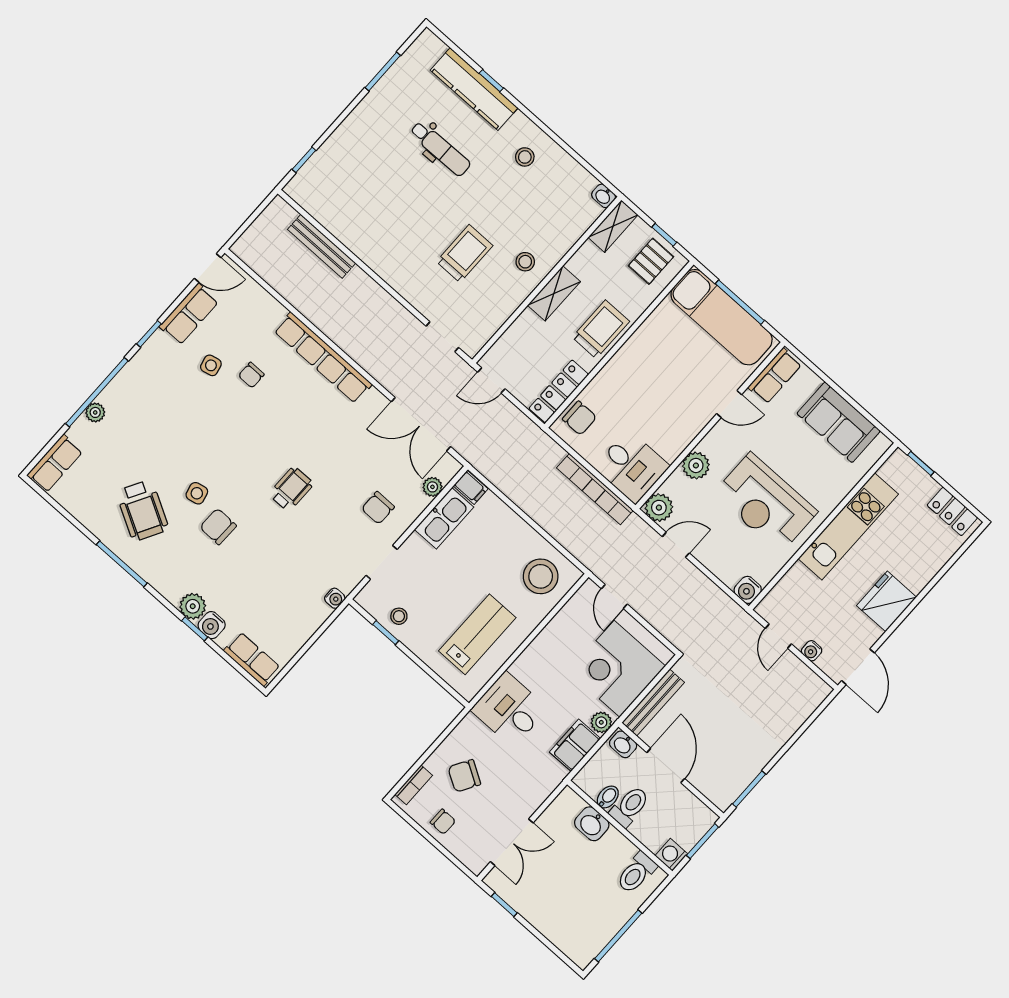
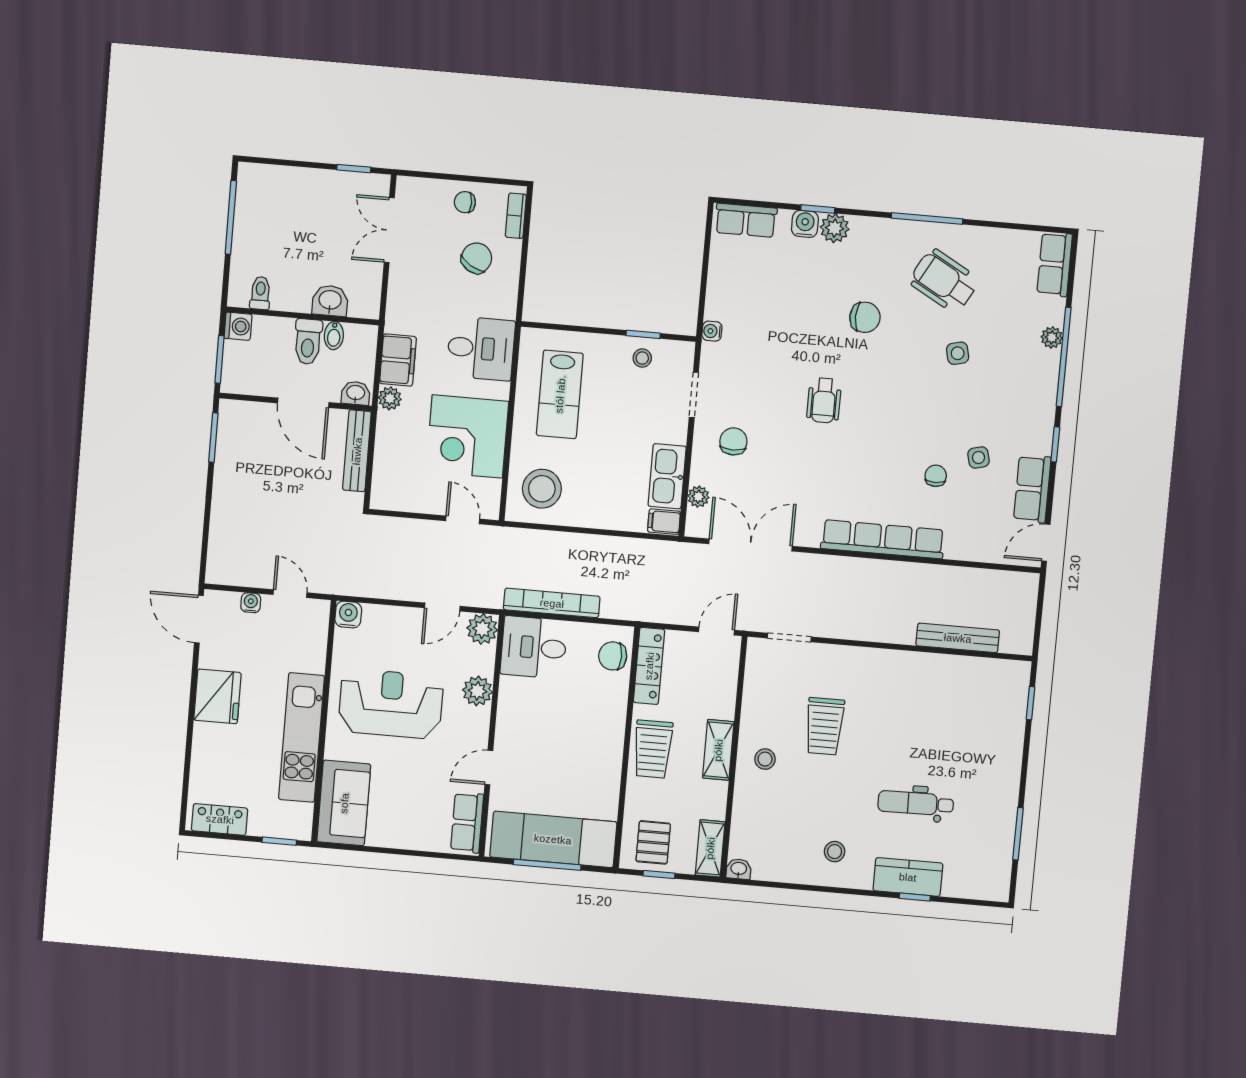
kitchen counter: (474, 89) -> (908, 877), width x0.67
sofa: (839, 422) -> (344, 803), moved, turned 90
side table: (197, 493) -> (958, 353), moved
corner desk: (617, 669) -> (467, 436), moved, turned 180
toilet: (636, 873) -> (260, 293), width x0.73, depth x0.72

